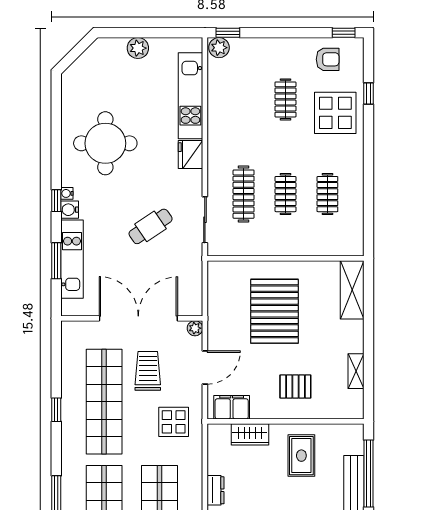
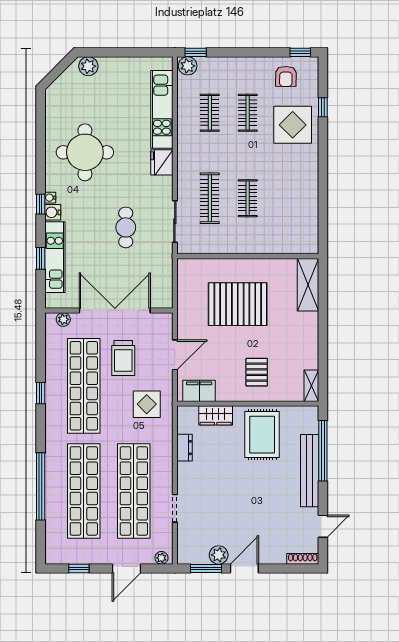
plant: (138, 48) -> (88, 66), moved
armchair: (328, 59) -> (286, 76), turned 91
clothes rail: (327, 194) -> (210, 113), moved
cafe table: (151, 226) -> (126, 227), turned -56
window: (56, 261) -> (41, 258), width x0.67
pallet: (274, 311) -> (238, 304), turned 90
plant: (195, 328) -> (63, 319), moved
trolley: (148, 371) -> (123, 358), turned 180
shelving: (356, 371) -> (311, 386), moved
pallet: (295, 387) -> (257, 372), turned 90
rug: (301, 456) -> (262, 435), width x1.36, depth x1.43
dresser: (215, 490) -> (184, 448), moved

